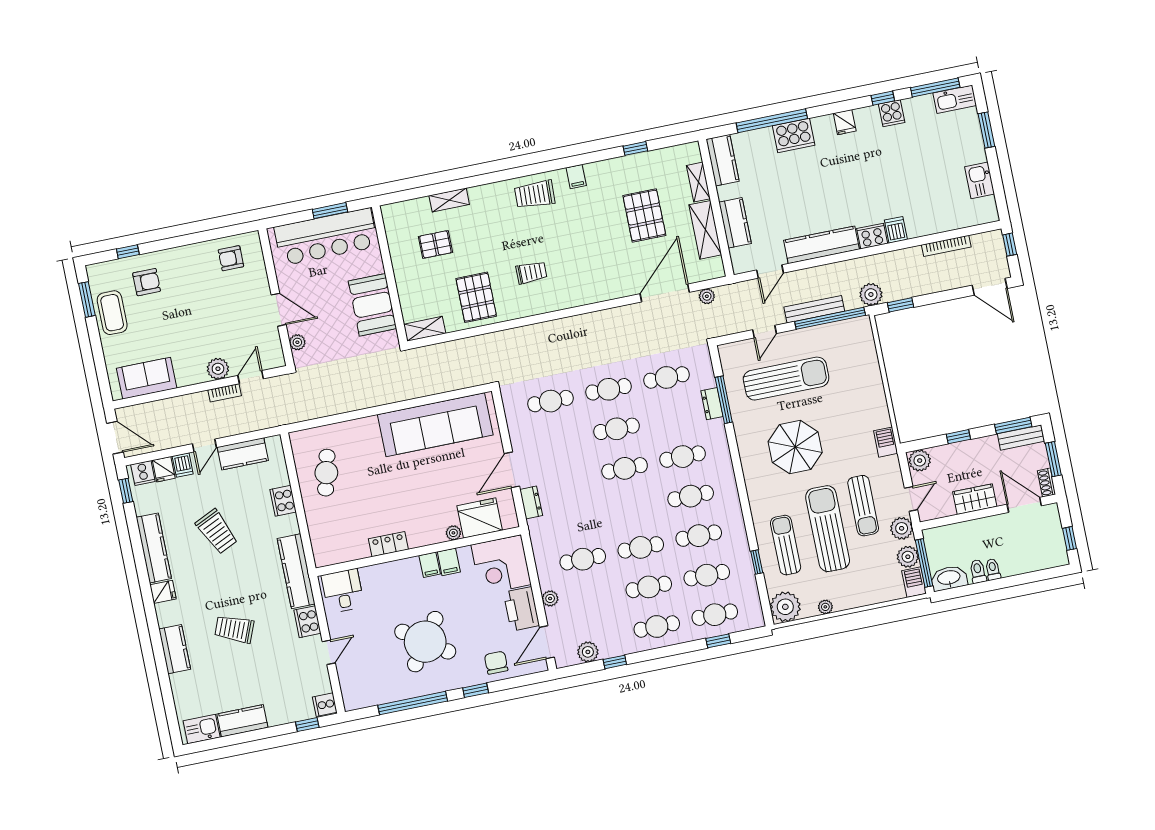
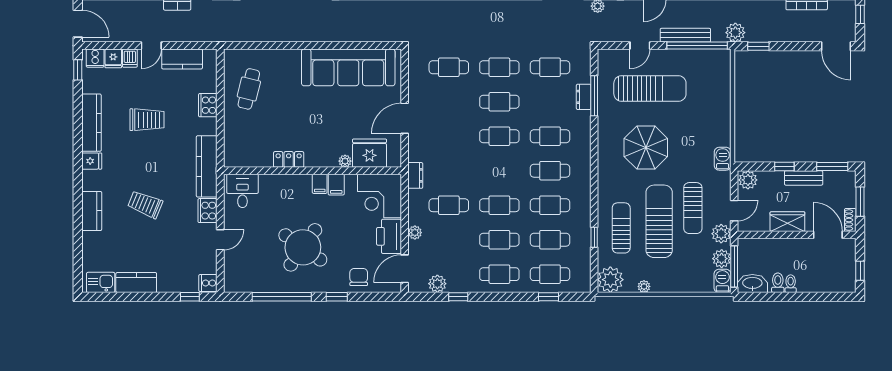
bench: (1021, 438) -> (804, 178), moved
dresser: (531, 502) -> (415, 175), moved
trolley: (217, 532) -> (147, 120), turned -65

